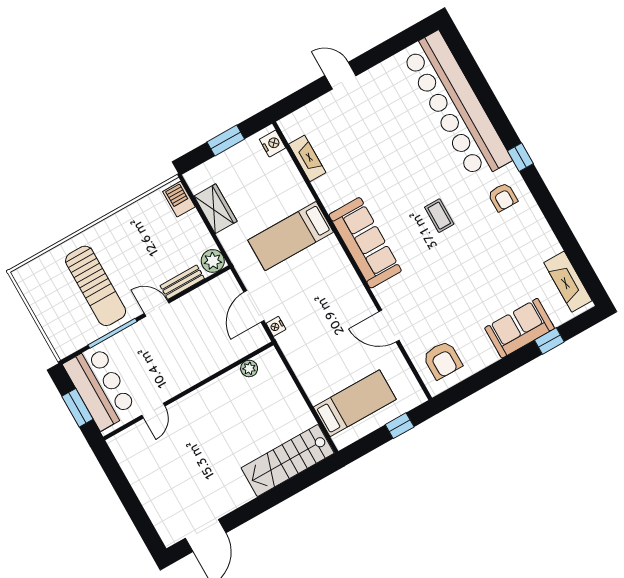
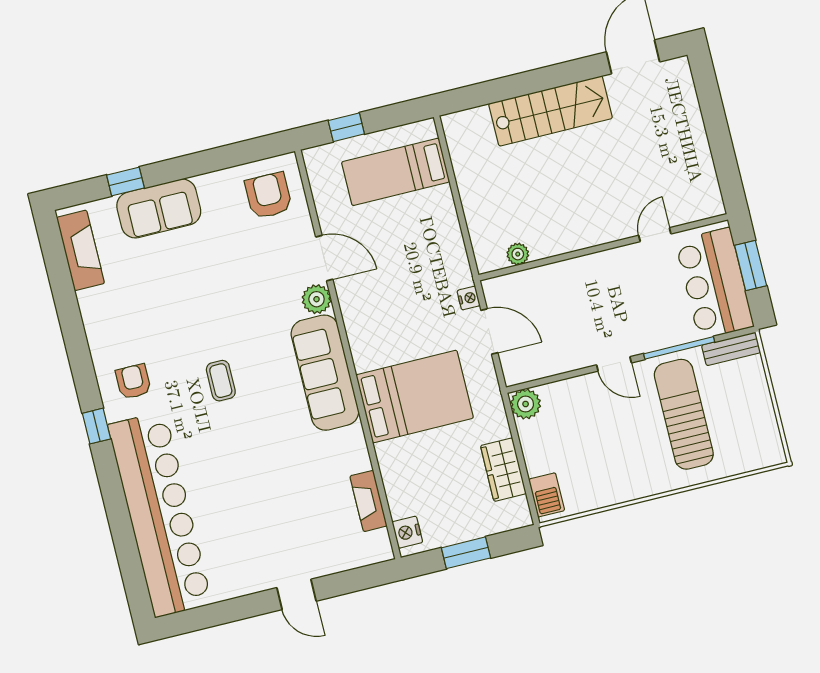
bed: (291, 236) -> (415, 396), width x1.50
bench: (182, 282) -> (731, 349), moved
plant: (386, 294) -> (317, 299), added
door: (254, 306) -> (489, 331), hinge flipped
stairs: (288, 461) -> (551, 111), moved

